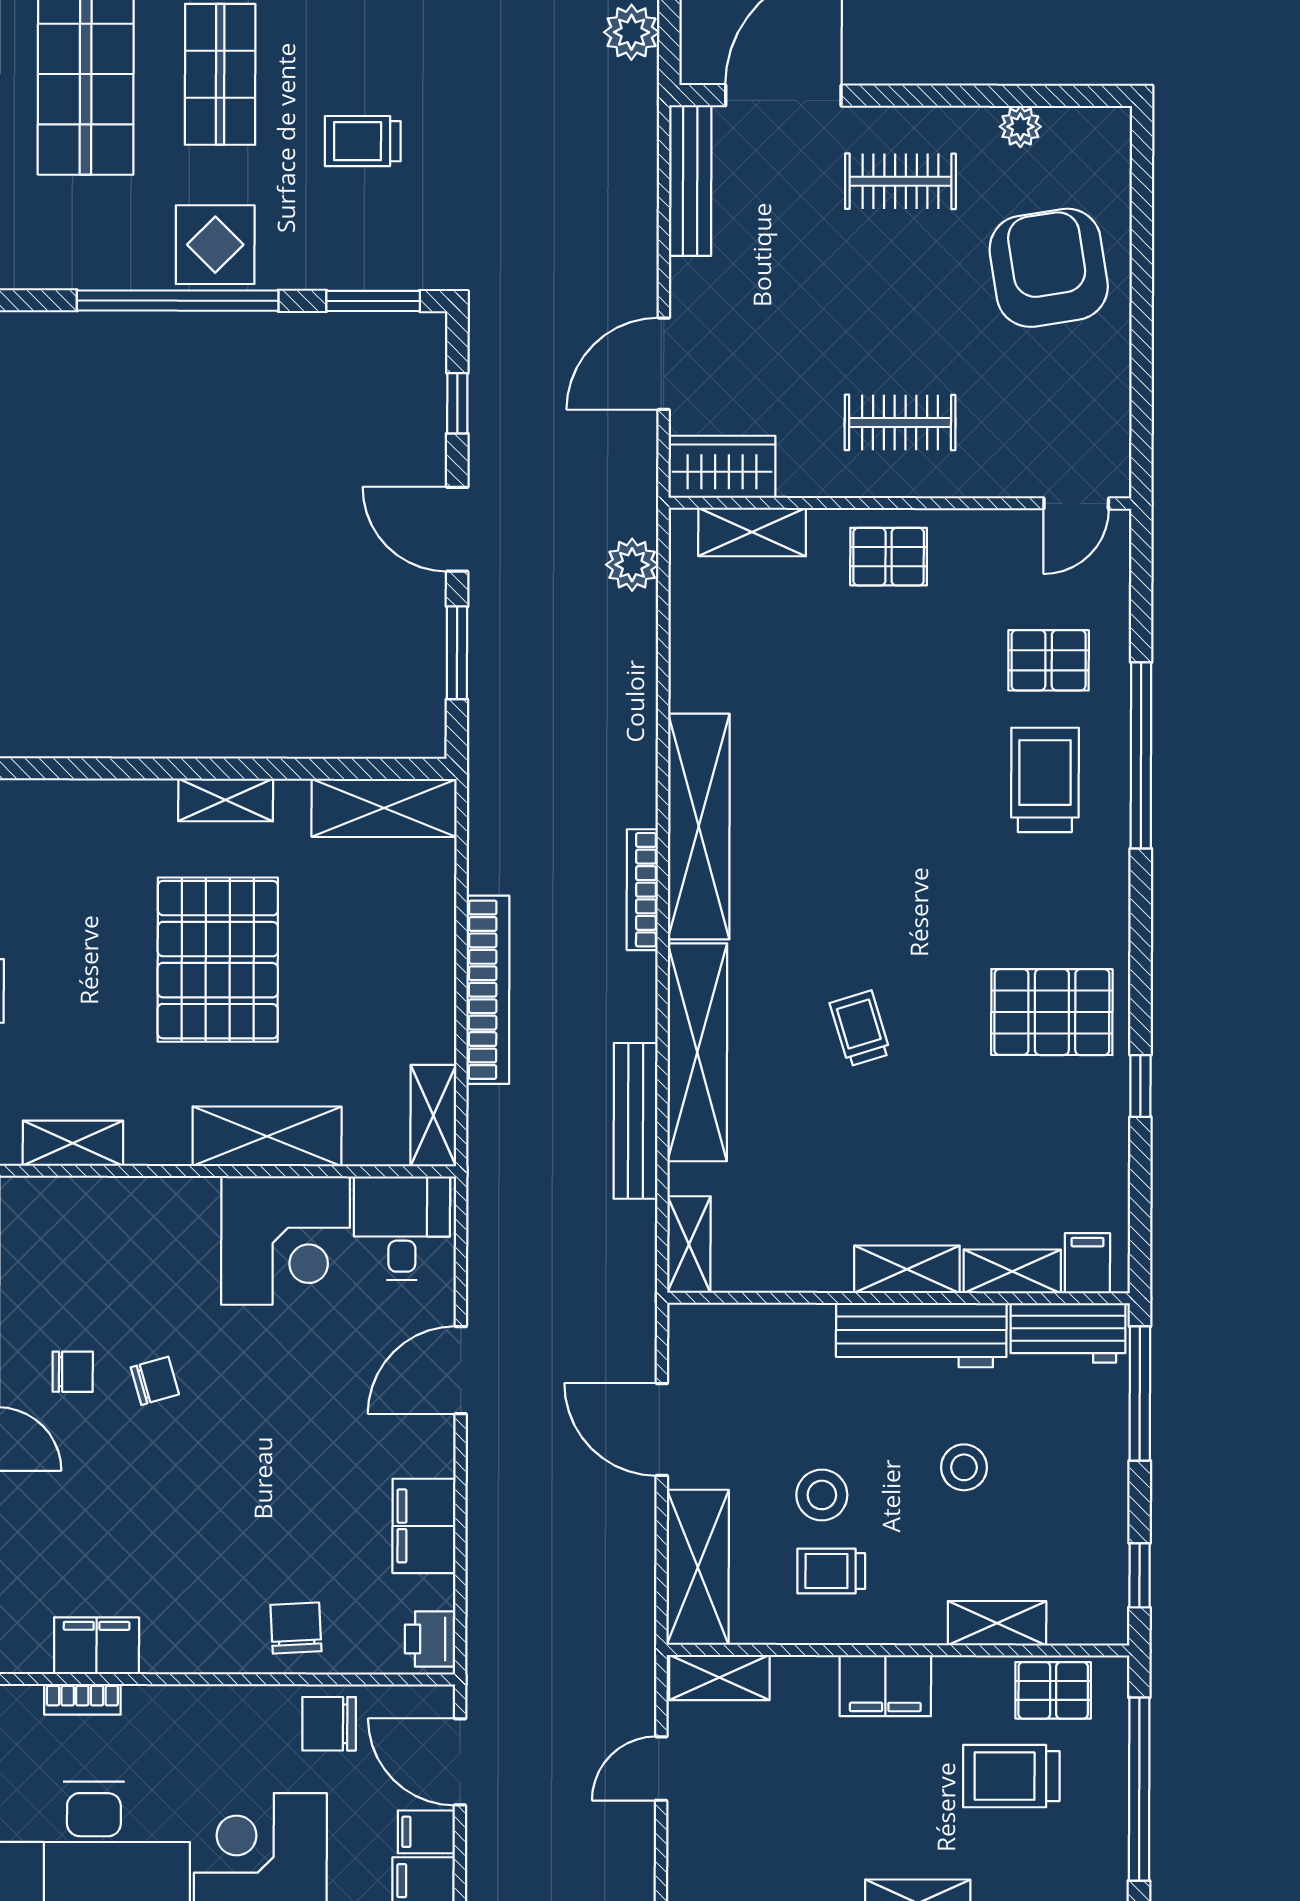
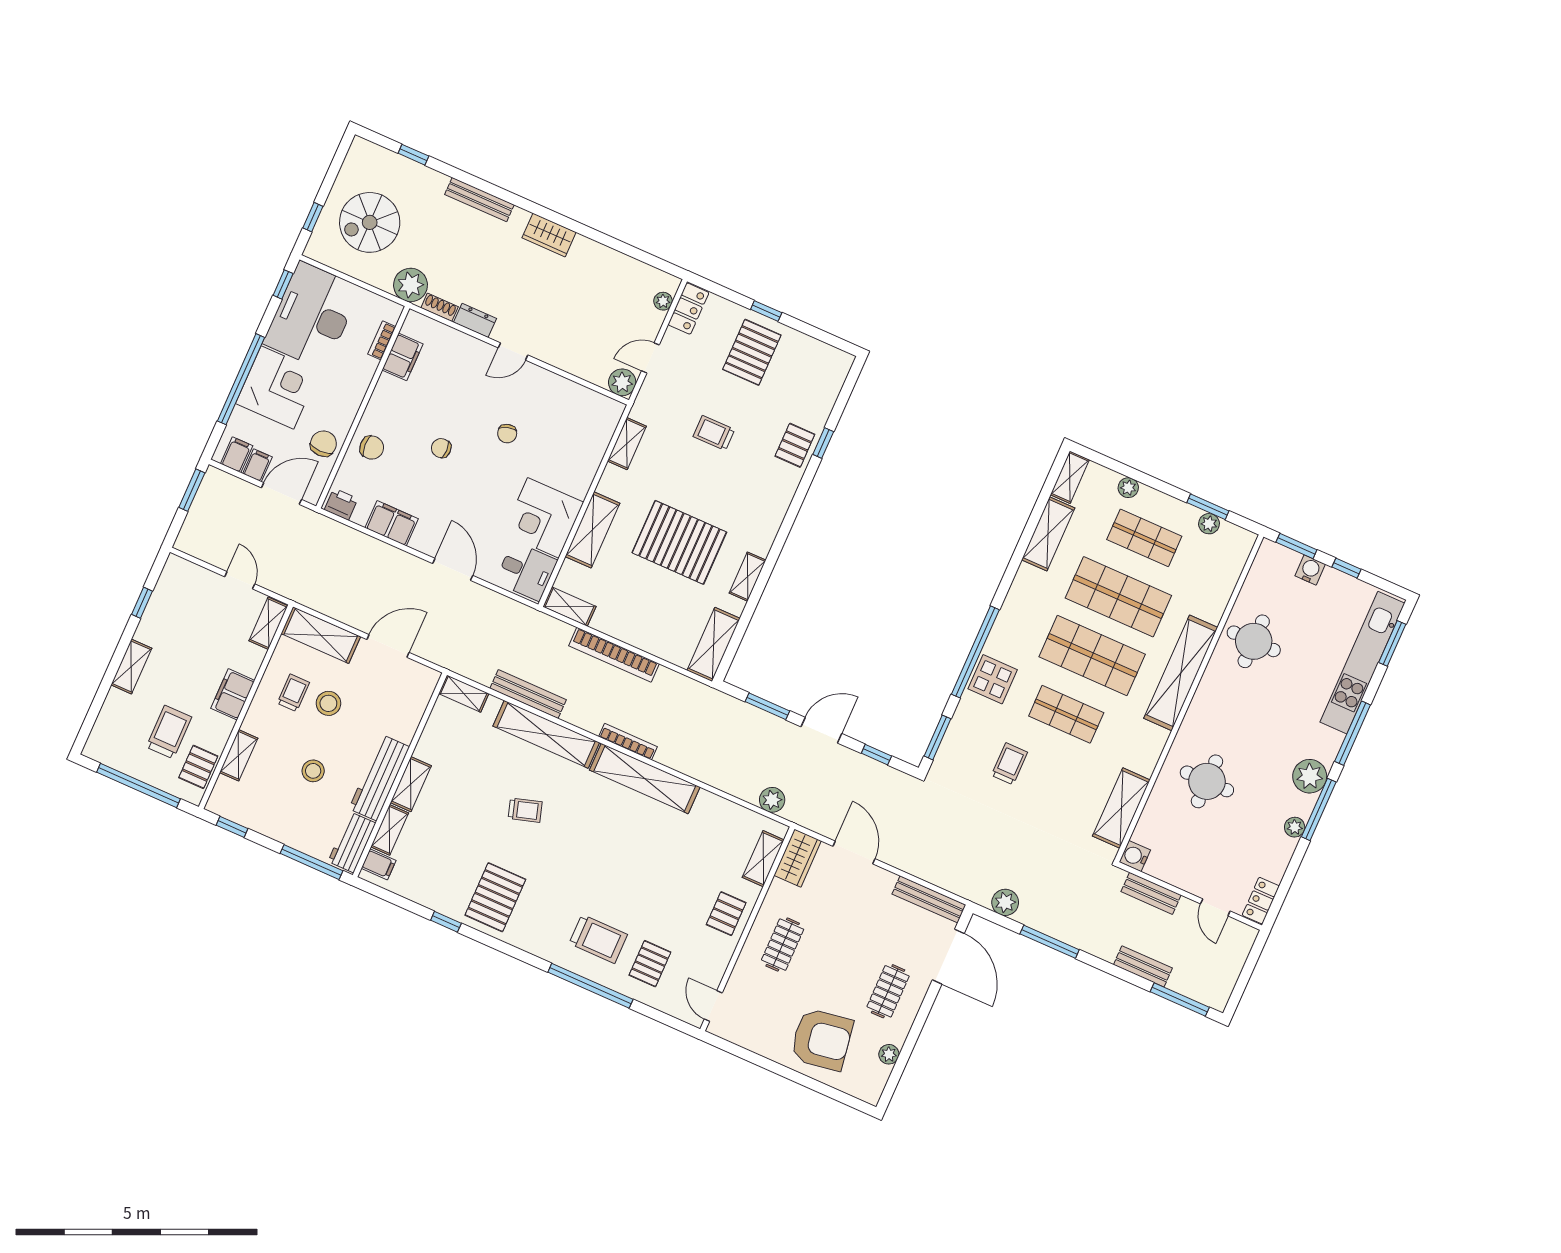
chair: (73, 1372) -> (441, 448), moved, turned 90

